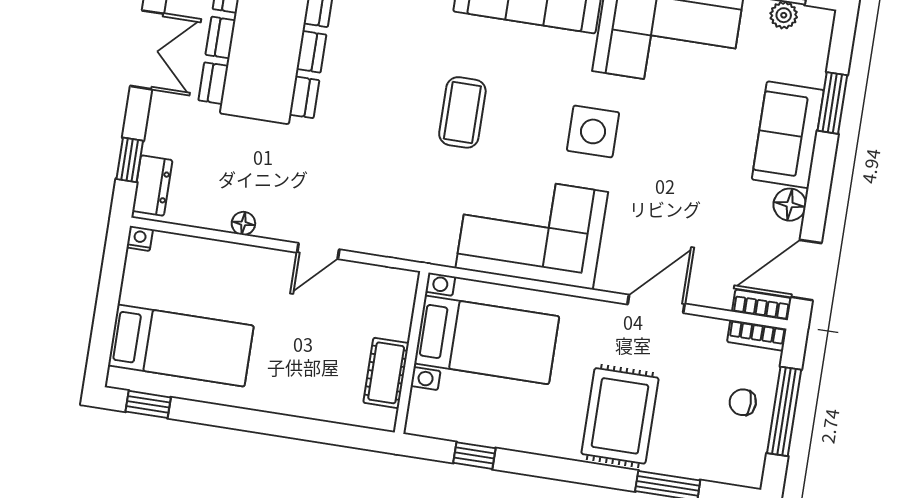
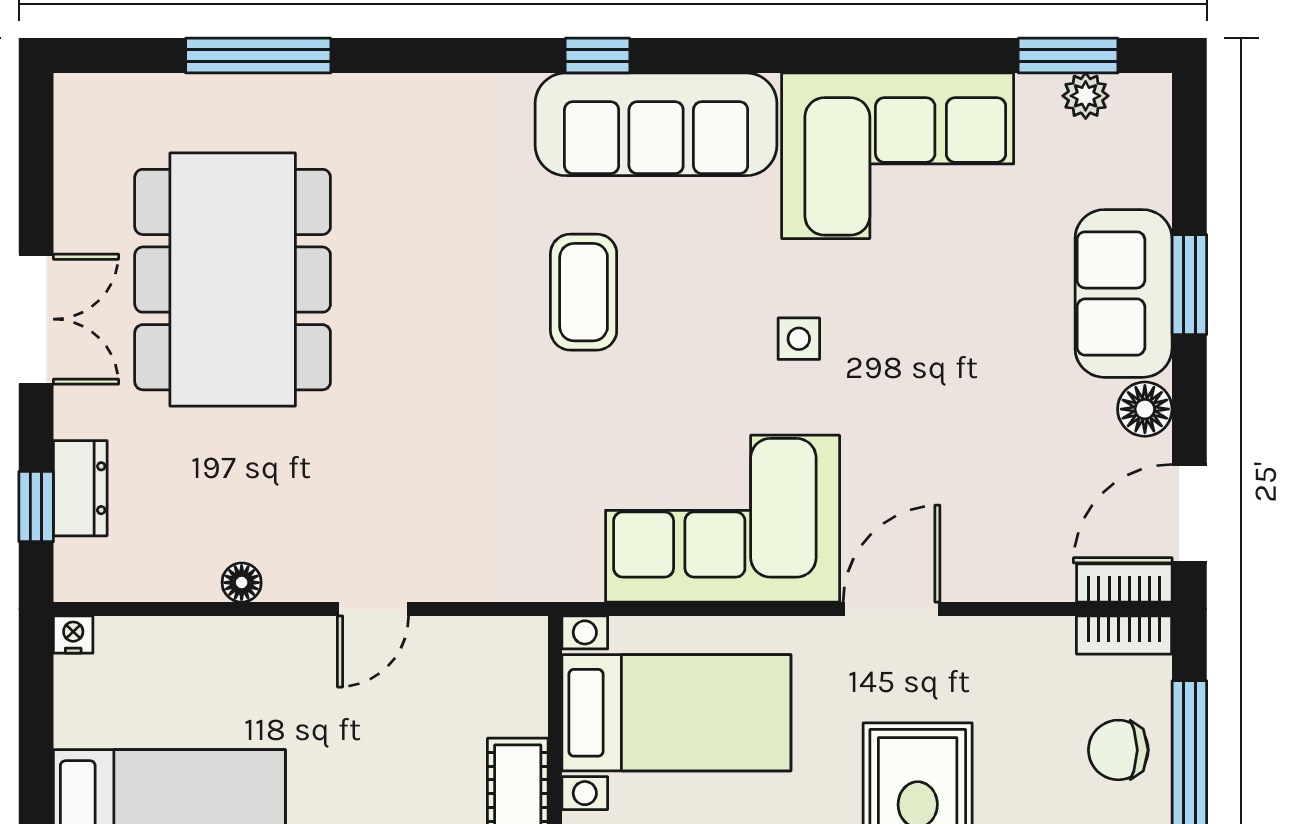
window: (832, 103) -> (1189, 285), moved
coffee table: (462, 112) -> (584, 292), moved
side table: (593, 131) -> (799, 339), width x0.54, depth x0.54
dresser: (152, 186) -> (80, 488), moved
door: (656, 304) -> (892, 609), moved
chair: (743, 402) -> (1118, 750), width x1.37, depth x1.37

